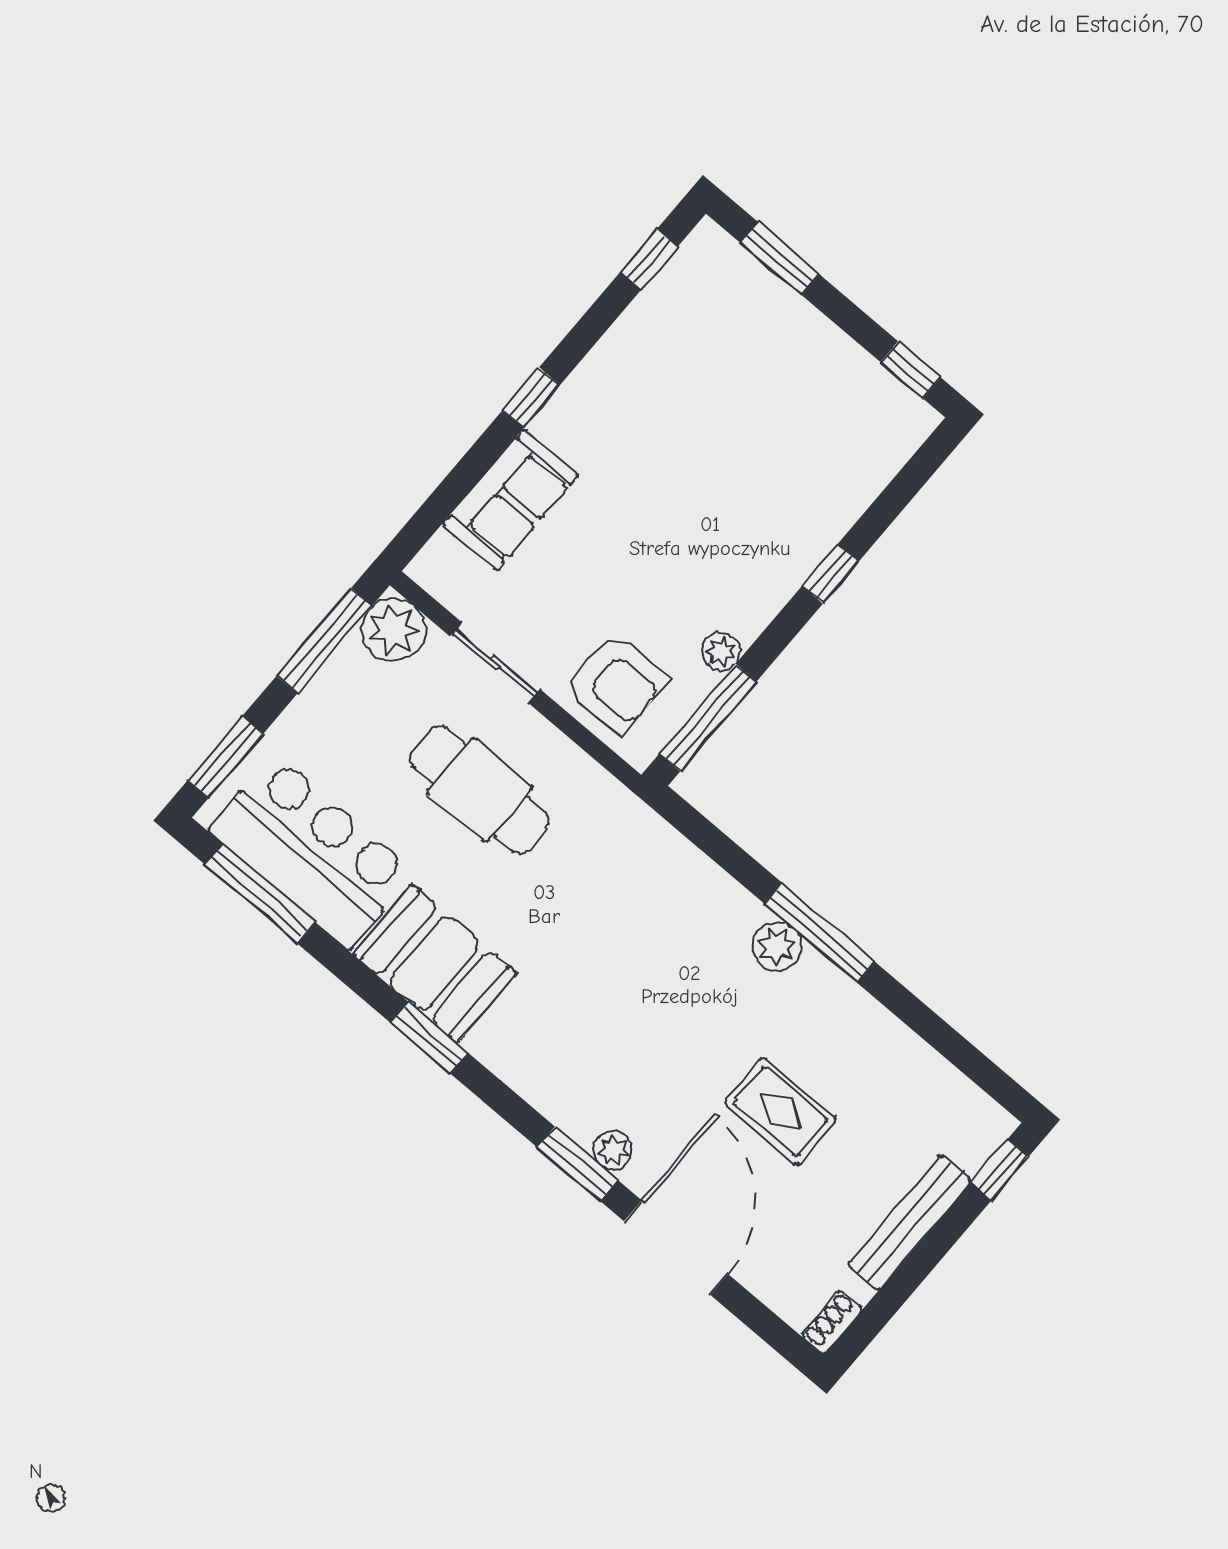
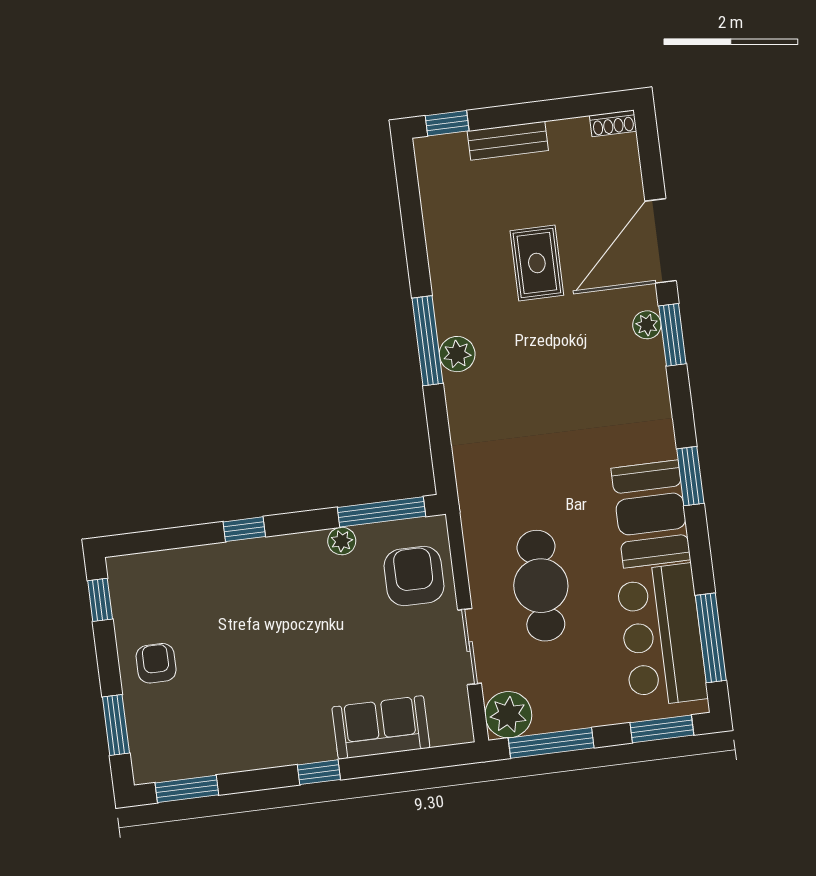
window: (649, 259) -> (187, 789), width x1.50
armchair: (796, 357) -> (156, 663), added
bench: (910, 1223) -> (508, 141), width x0.73

